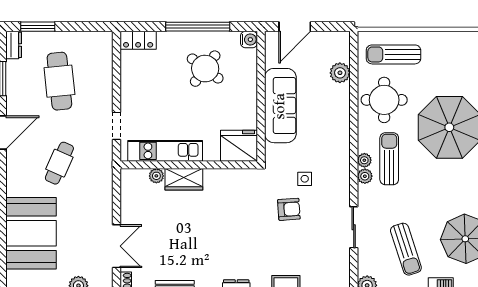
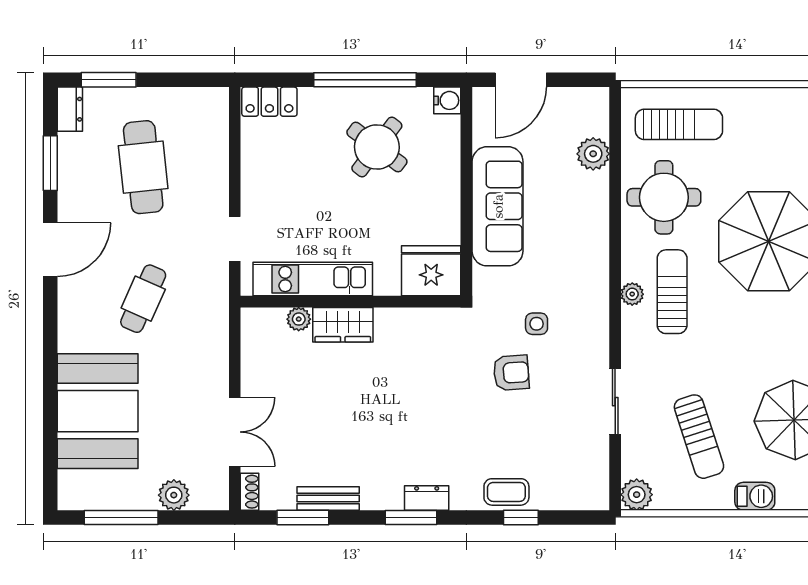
sun lounger: (393, 54) -> (679, 124), turned 180
plant: (365, 176) -> (633, 320), removed

